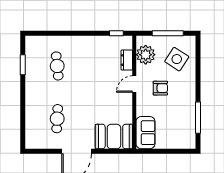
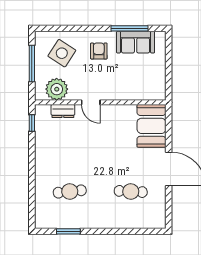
armchair: (160, 88) -> (99, 51), moved
sofa: (146, 133) -> (136, 42), moved, turned 180

